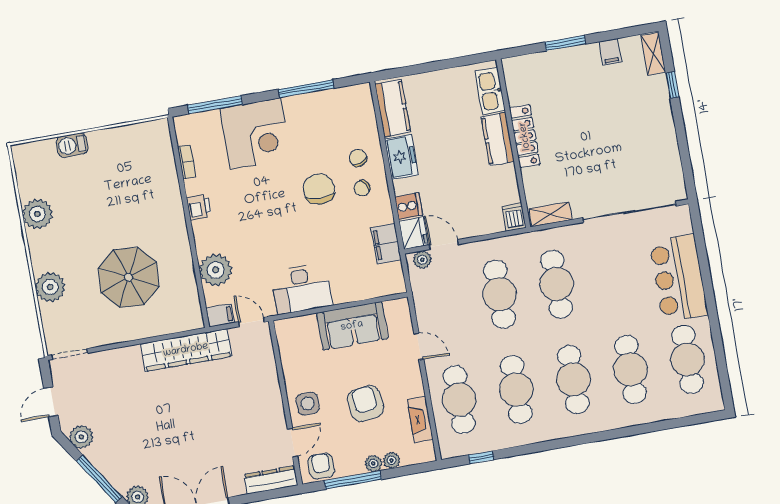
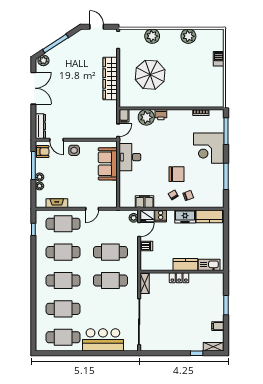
locker: (525, 136) -> (179, 278), width x0.66
printer: (199, 207) -> (161, 115), moved
dishwasher: (514, 217) -> (146, 246), moved
sofa: (352, 326) -> (108, 164), moved
wardrobe: (186, 350) -> (110, 78), moved
armchair: (365, 403) -> (69, 178), removed
plant: (81, 437) -> (77, 38), removed

